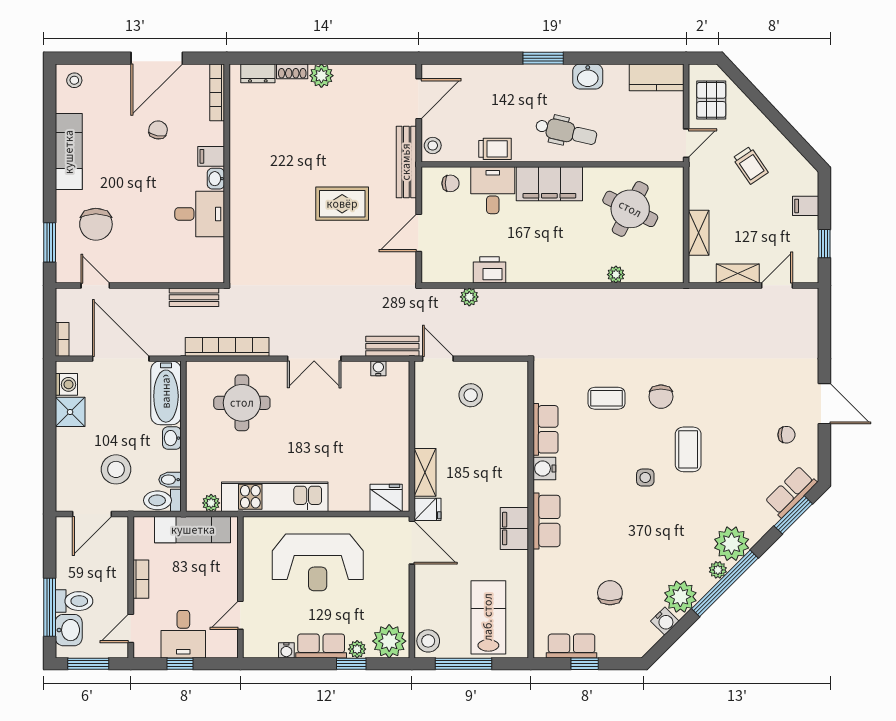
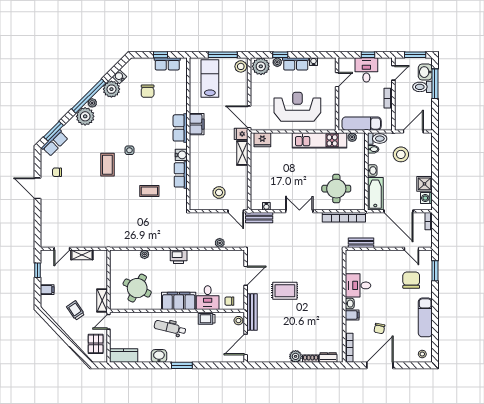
shelving: (699, 233) -> (102, 300), moved
printer: (490, 270) -> (179, 257), moved
chair: (661, 397) -> (121, 192), removed
lab bench: (488, 617) -> (210, 78), turned 180

